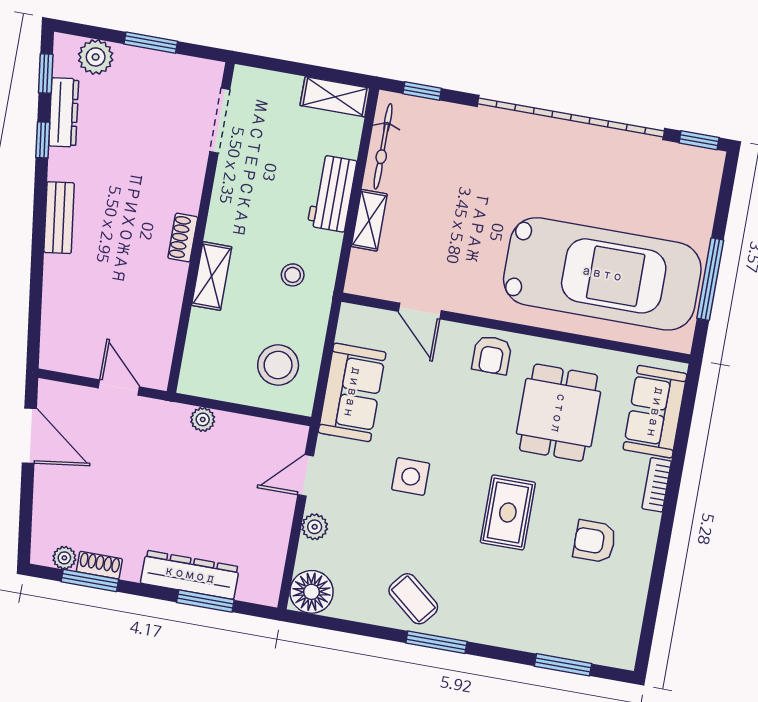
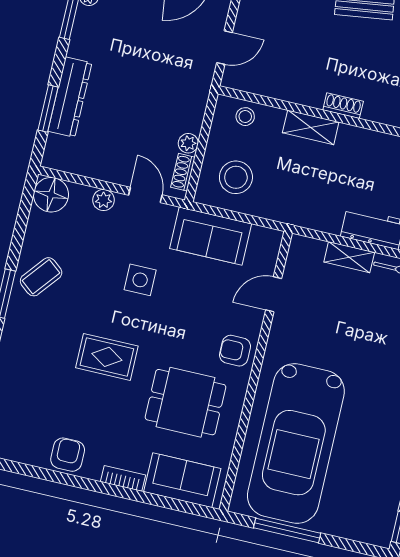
stool: (293, 275) -> (245, 117), moved
plant: (203, 419) -> (188, 143), moved
armchair: (595, 541) -> (68, 455), moved
shoe rack: (99, 565) -> (183, 172), moved, turned 180

